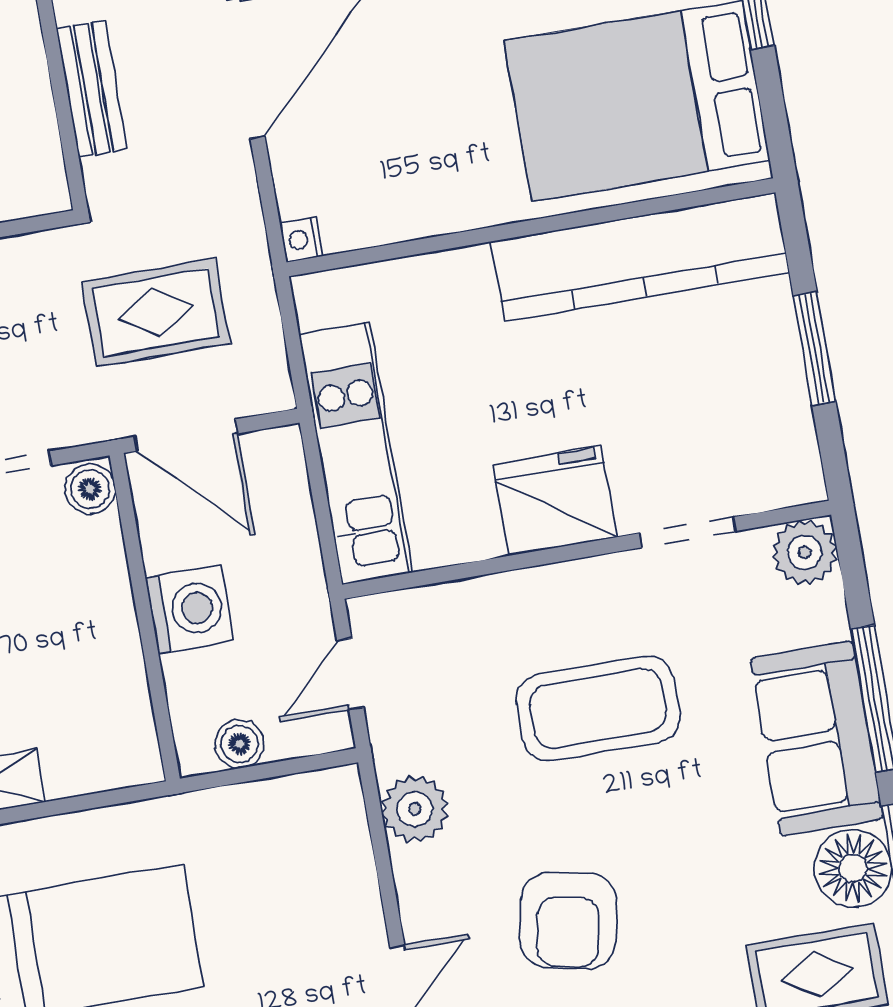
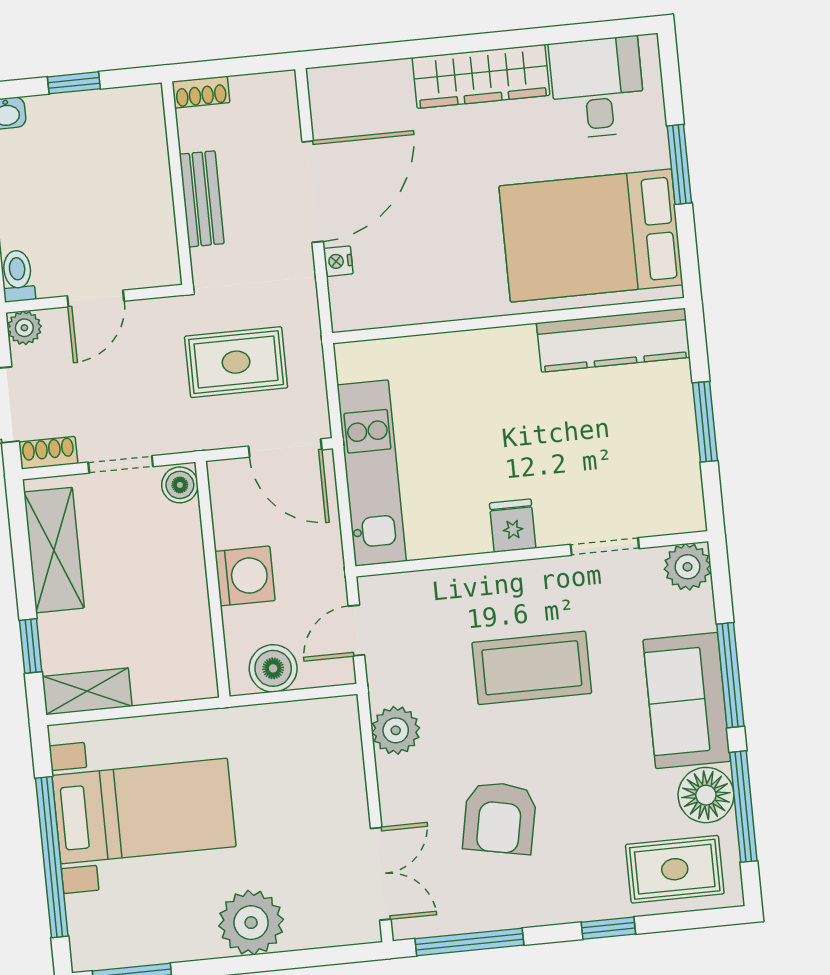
nightstand: (301, 240) -> (338, 261), moved
kitchen counter: (640, 257) -> (613, 340), width x0.72, depth x0.86
door: (186, 435) -> (285, 448), moved
fridge: (555, 501) -> (513, 526), width x0.53, depth x0.75
boiler: (240, 744) -> (273, 668), width x1.36, depth x1.36

